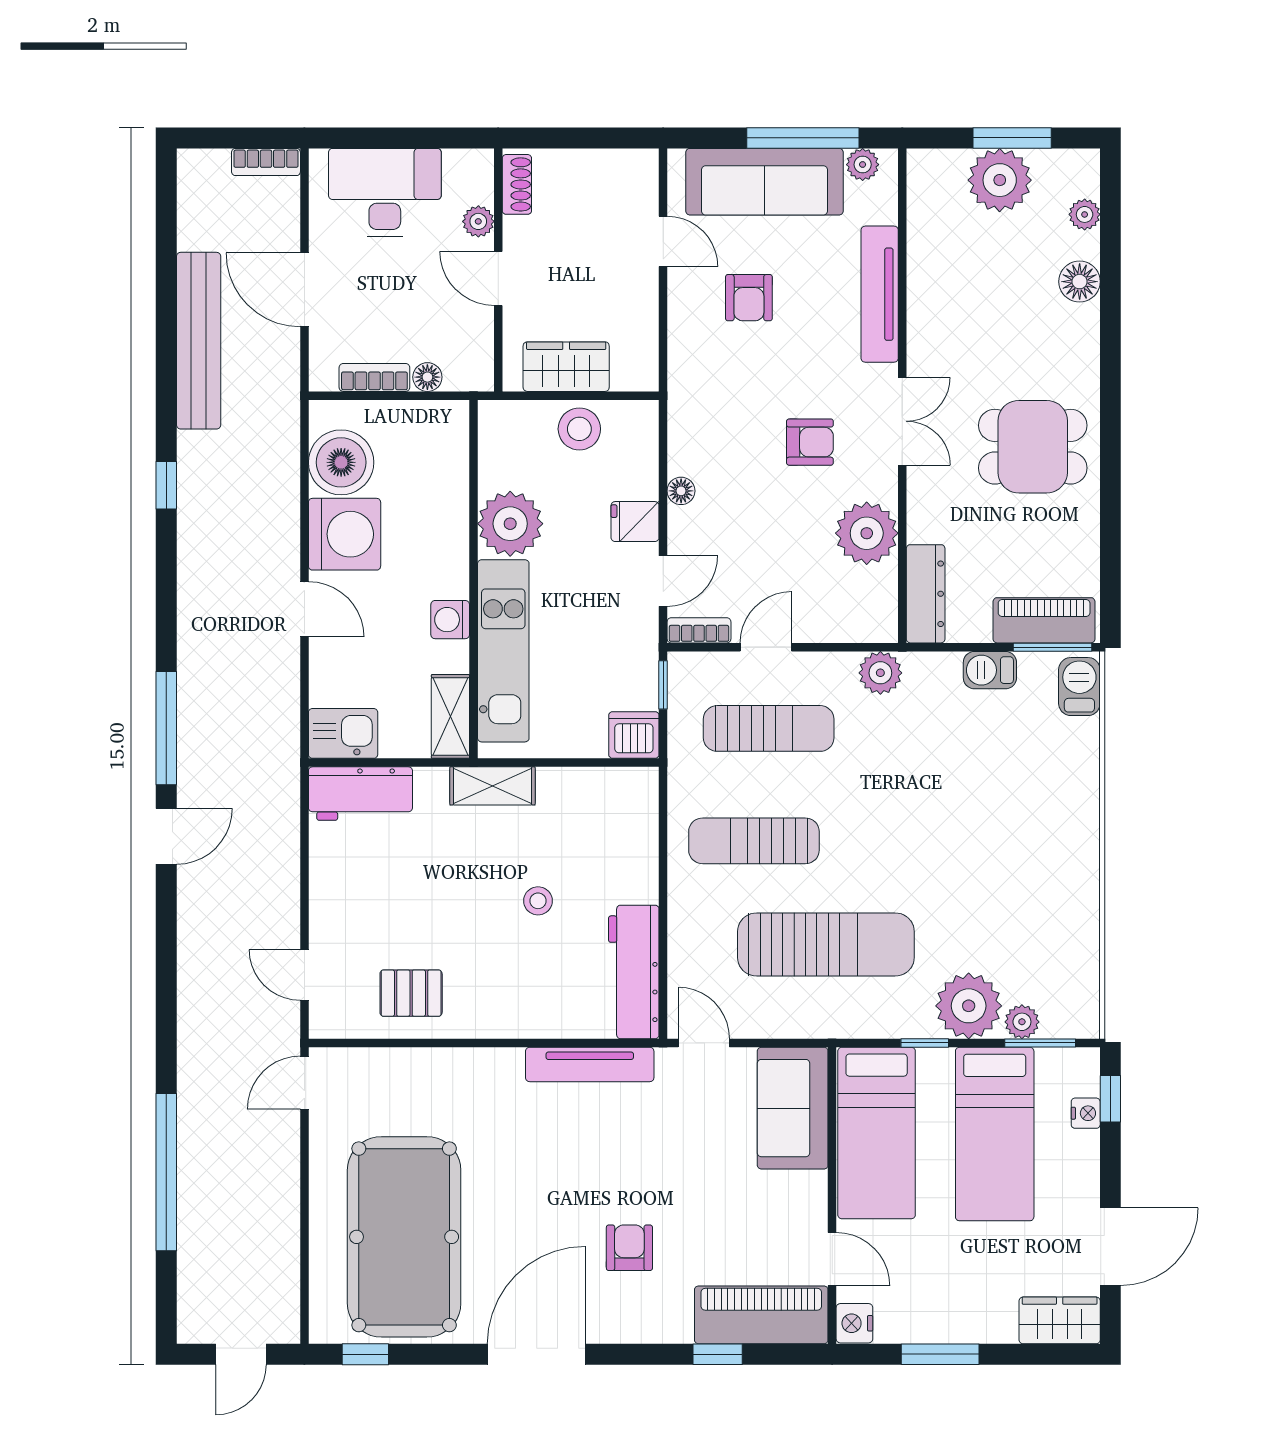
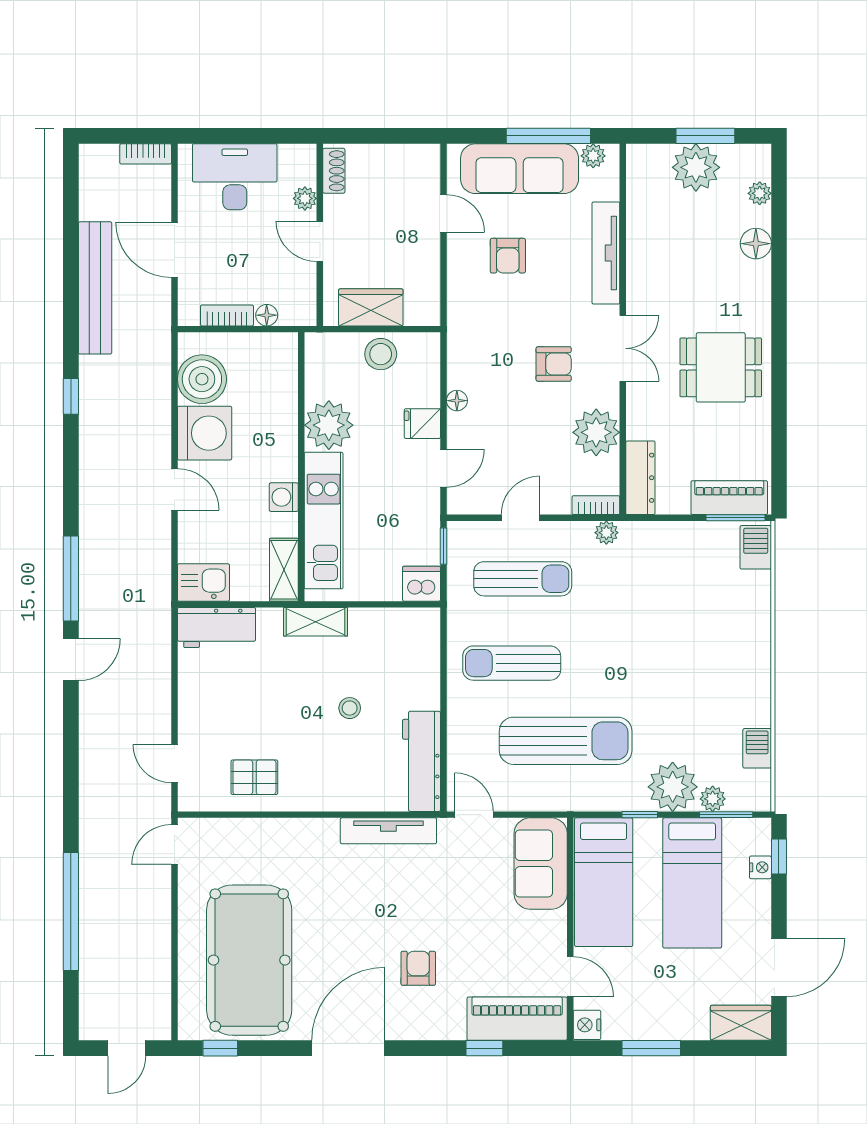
bookcase: (699, 630) -> (596, 505), moved
barbecue: (990, 670) -> (757, 748), moved, turned 90
plant: (880, 673) -> (606, 533), width x0.73, depth x0.73

